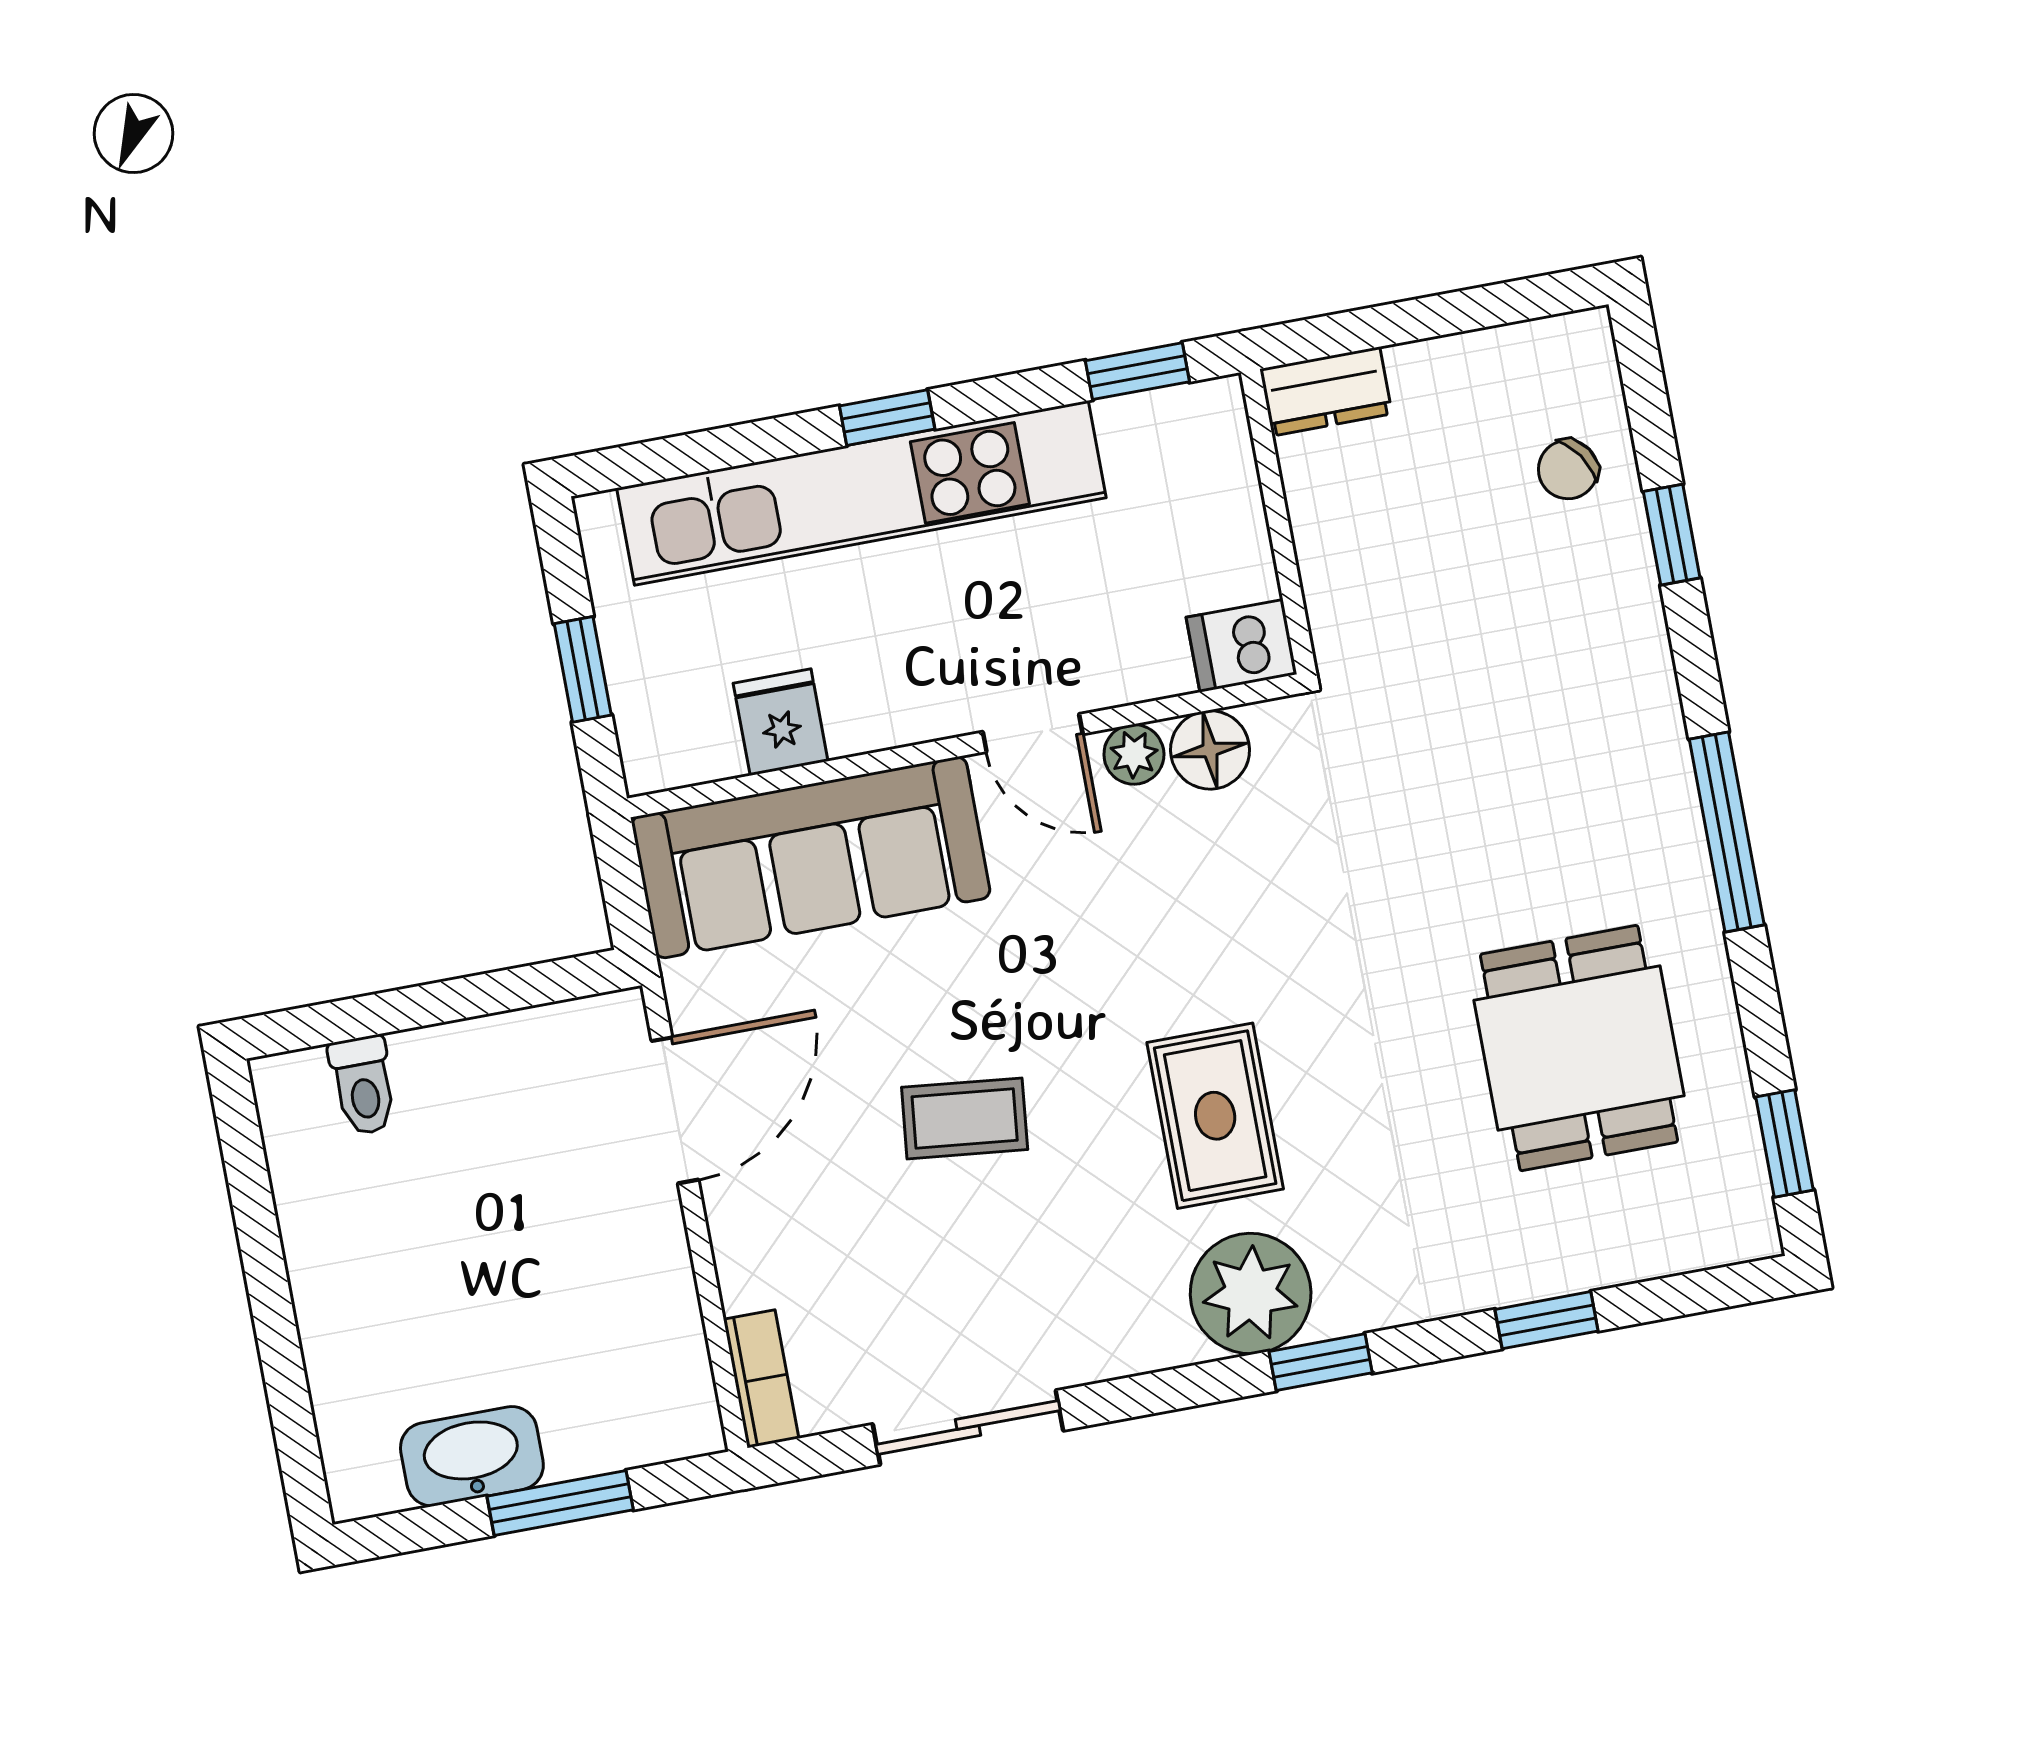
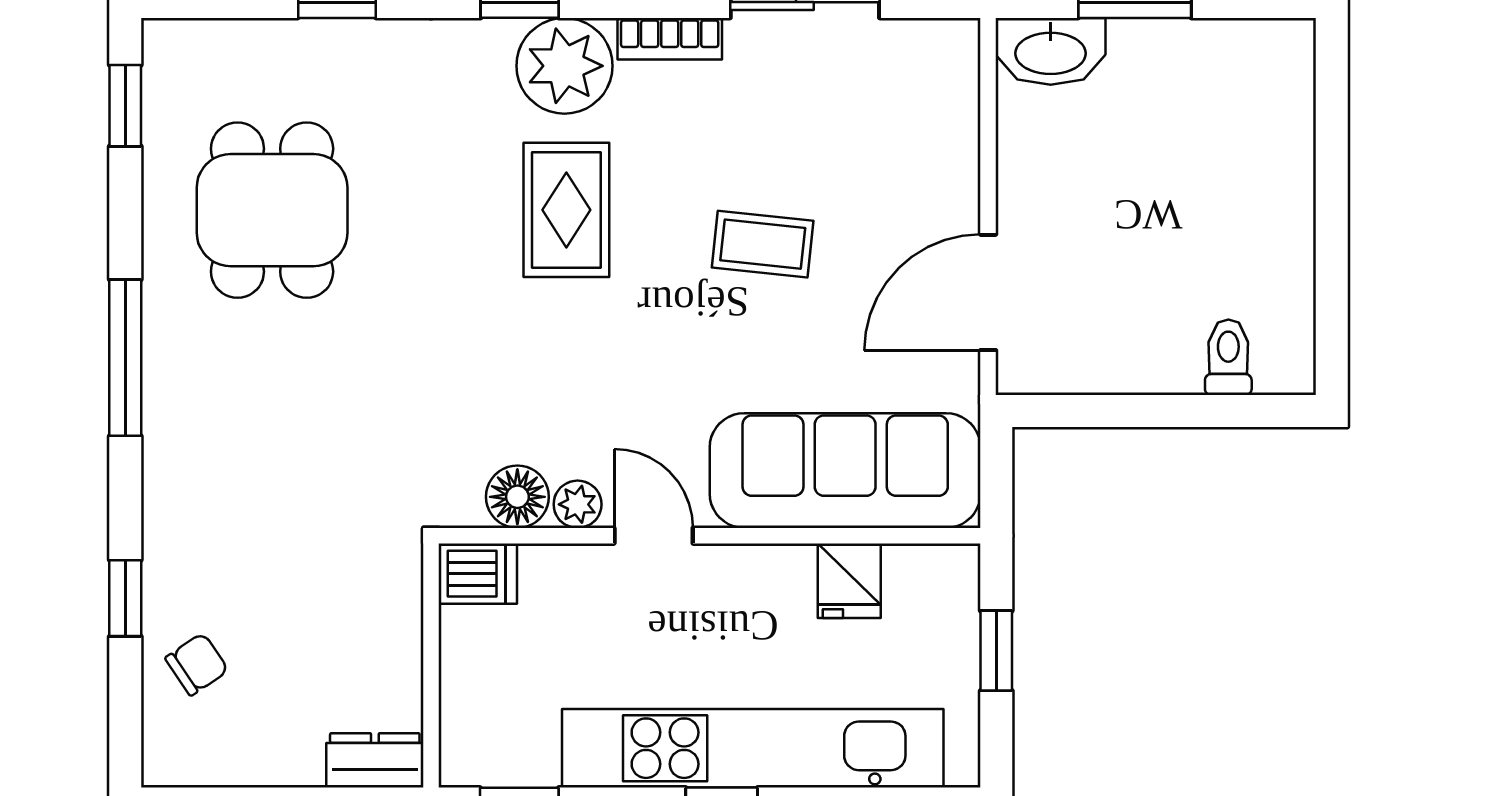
bookcase: (761, 1379) -> (670, 39), moved, turned -90
washbasin: (472, 1456) -> (1051, 51), moved

